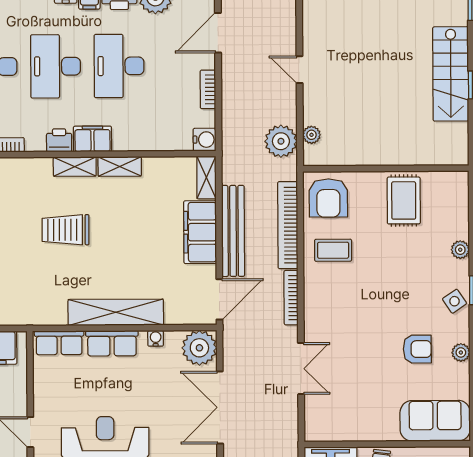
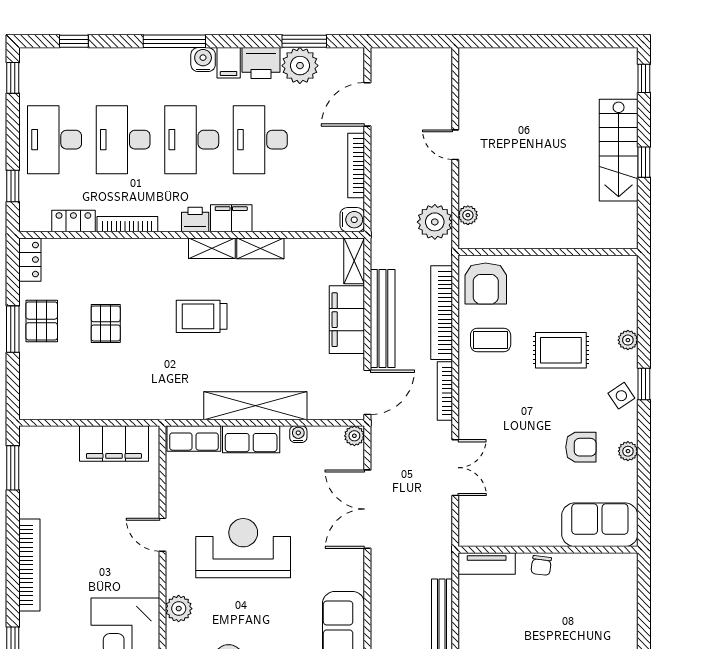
bookcase: (208, 89) -> (356, 165), width x1.56
rug: (404, 200) -> (561, 350), moved, turned 90
plant: (199, 348) -> (354, 436), width x0.53, depth x0.53

